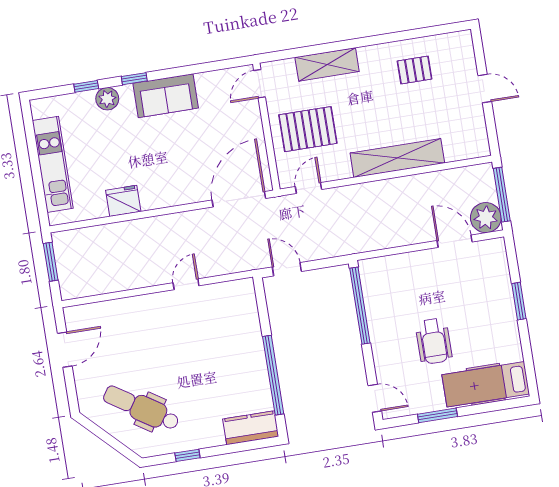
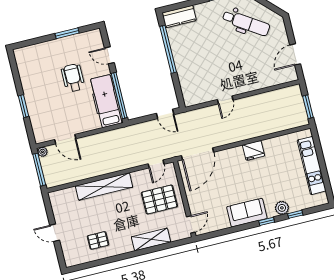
fridge: (123, 201) -> (254, 150), moved
plant: (486, 218) -> (42, 152), width x0.53, depth x0.53
hospital bed: (486, 384) -> (106, 101), moved, turned -90
door: (375, 398) -> (109, 55), moved

